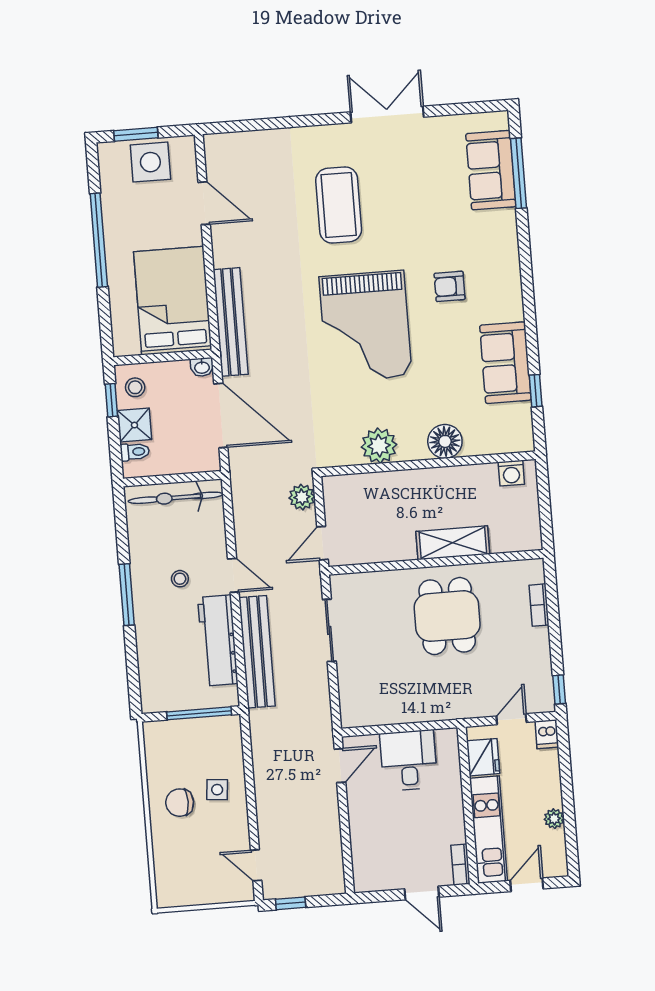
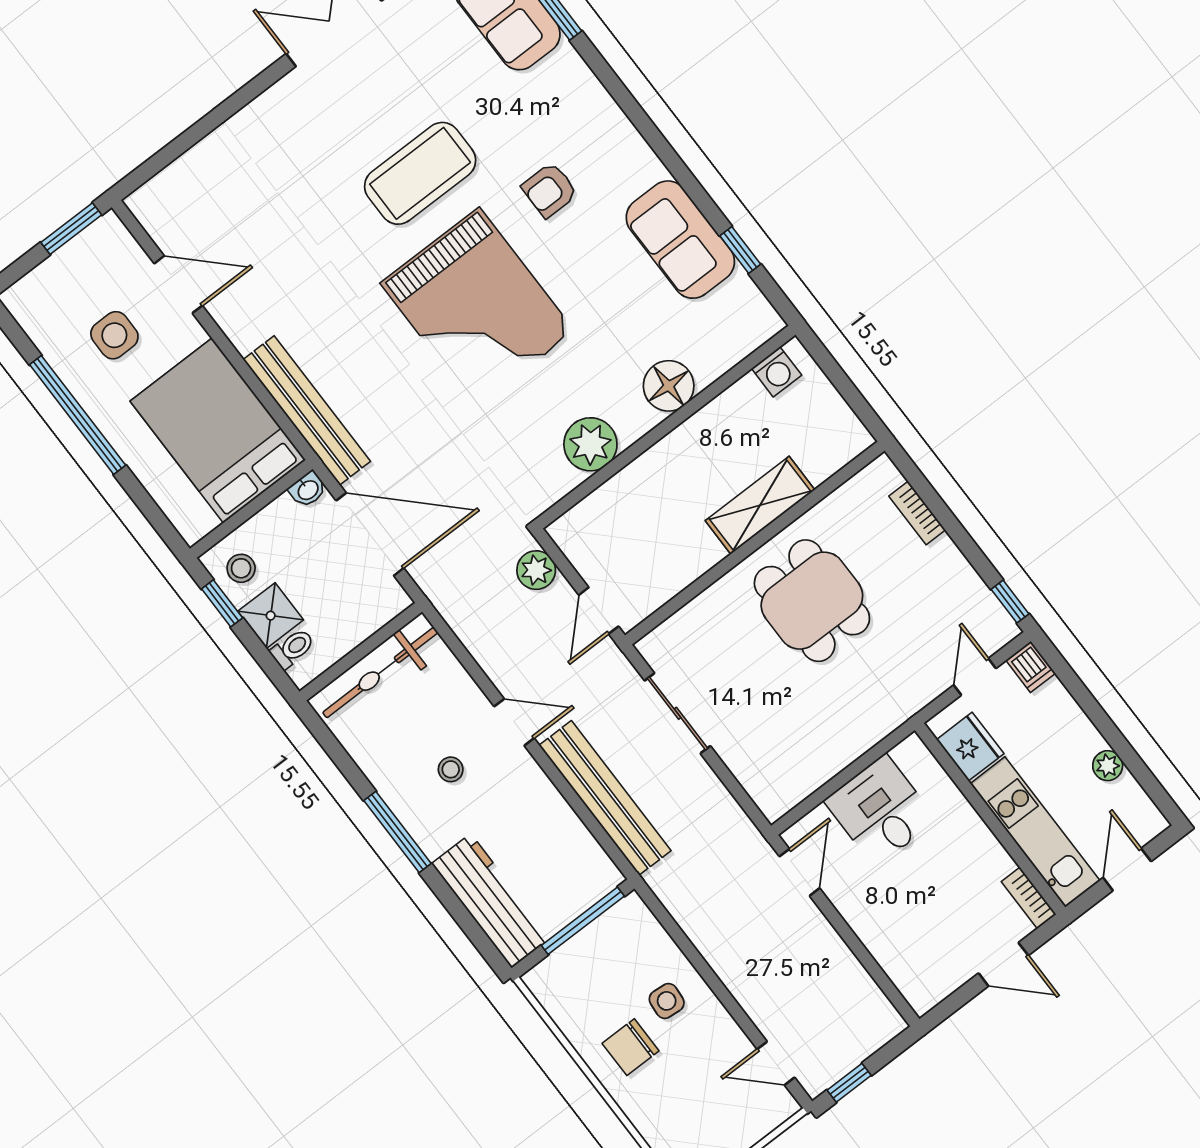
window: (136, 134) -> (71, 229), moved
side table: (150, 162) -> (114, 335), moved, width x0.73, depth x0.73
coffee table: (339, 205) -> (420, 173), moved, turned 90
workbench: (218, 641) -> (491, 901), moved, turned 180

